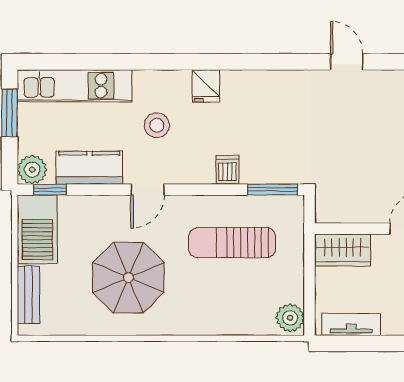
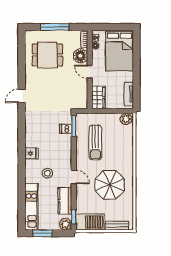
dishwasher: (227, 170) -> (66, 129), moved

